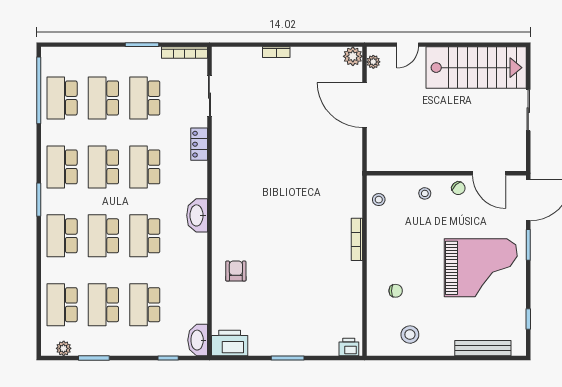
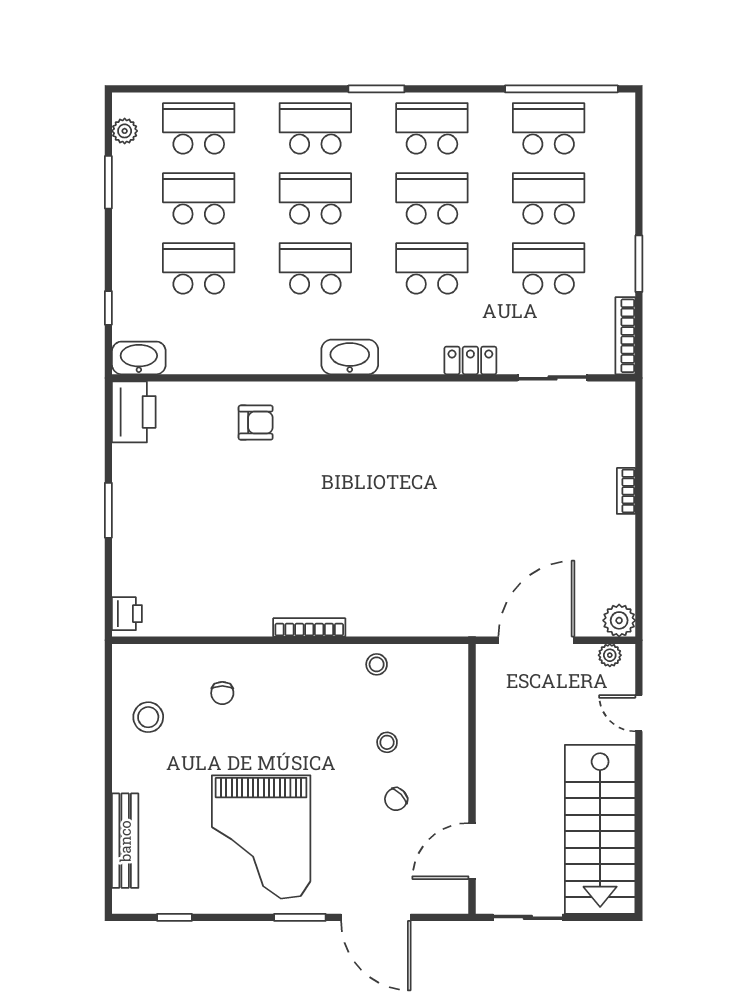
wall: (446, 173) -> (472, 779), moved
door: (489, 173) -> (472, 851), moved

